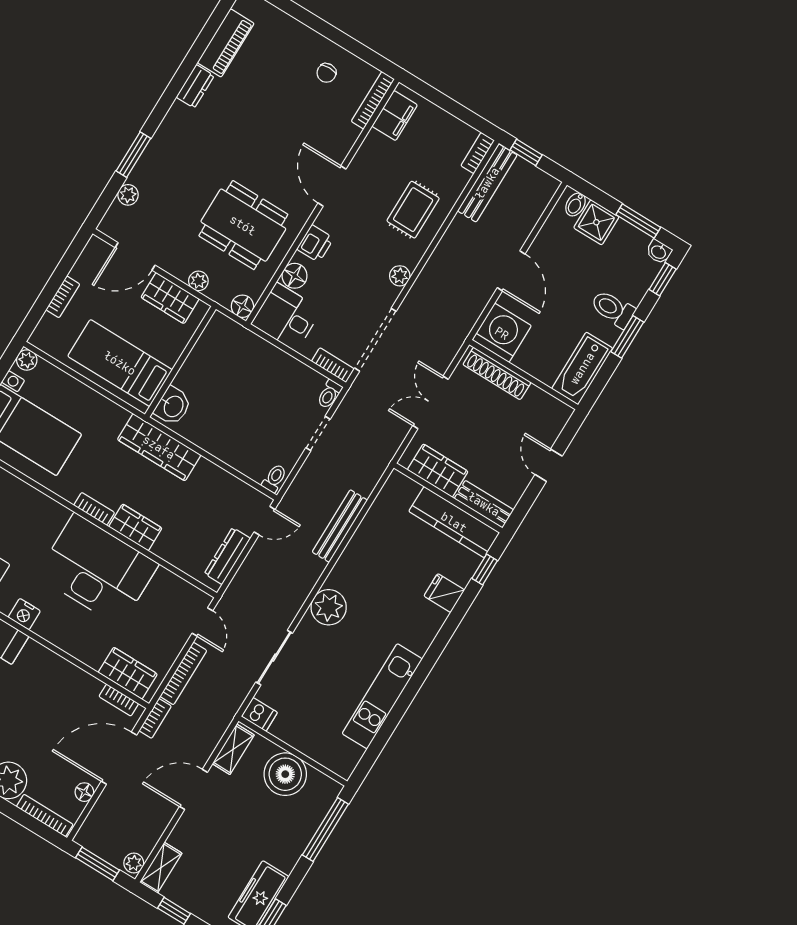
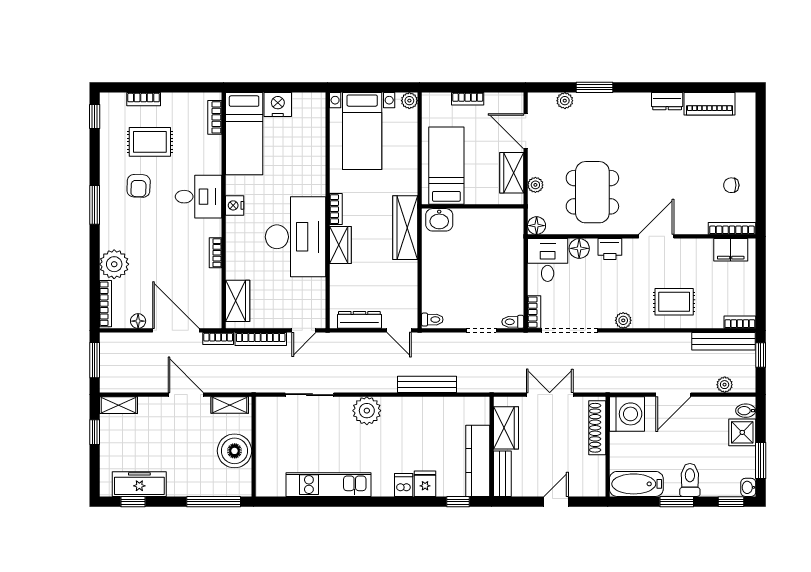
bookcase: (119, 700) -> (215, 253), moved
dishwasher: (259, 714) -> (404, 485), moved, turned 180
plant: (134, 863) -> (725, 385), moved

